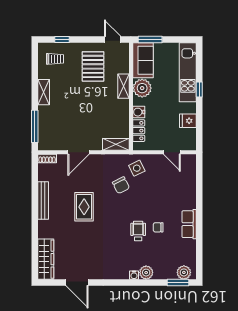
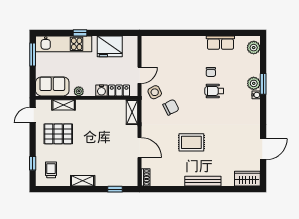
window: (150, 39) -> (33, 54), moved
shelving: (123, 86) -> (64, 105), moved
plant: (142, 88) -> (79, 91), width x0.53, depth x0.53
fridge: (188, 121) -> (110, 46), width x1.88, depth x1.34
window: (35, 126) -> (115, 189), width x0.46
door: (172, 152) -> (140, 75), moved
bench: (43, 201) -> (203, 181), moved
row of seats: (189, 224) -> (220, 43), moved
wardrobe: (46, 259) -> (247, 179), width x0.67
window: (178, 283) -> (263, 84), moved

